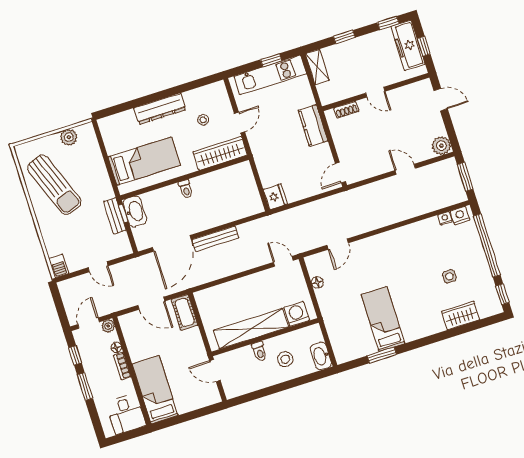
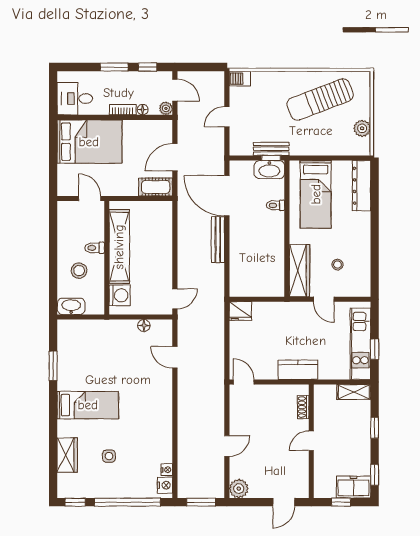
freezer: (408, 45) -> (354, 487), width x0.71
dresser: (160, 109) -> (362, 186), moved
toilet: (186, 189) -> (275, 205), moved
bed: (383, 319) -> (88, 405), moved
door: (215, 370) -> (90, 199), hinge flipped
bed: (155, 390) -> (89, 142), width x1.50

